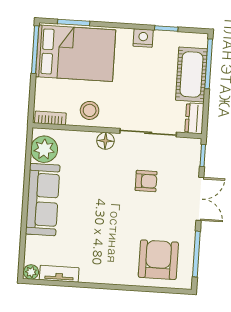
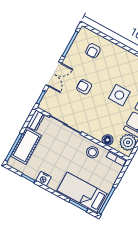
bed: (76, 53) -> (83, 193), width x0.67
floor lamp: (105, 141) -> (108, 140), moved
armchair: (146, 181) -> (84, 87), moved
double door: (200, 199) -> (54, 74), swing flipped
side table: (89, 213) -> (119, 95), added
armchair: (158, 260) -> (93, 51), width x0.53, depth x0.53

